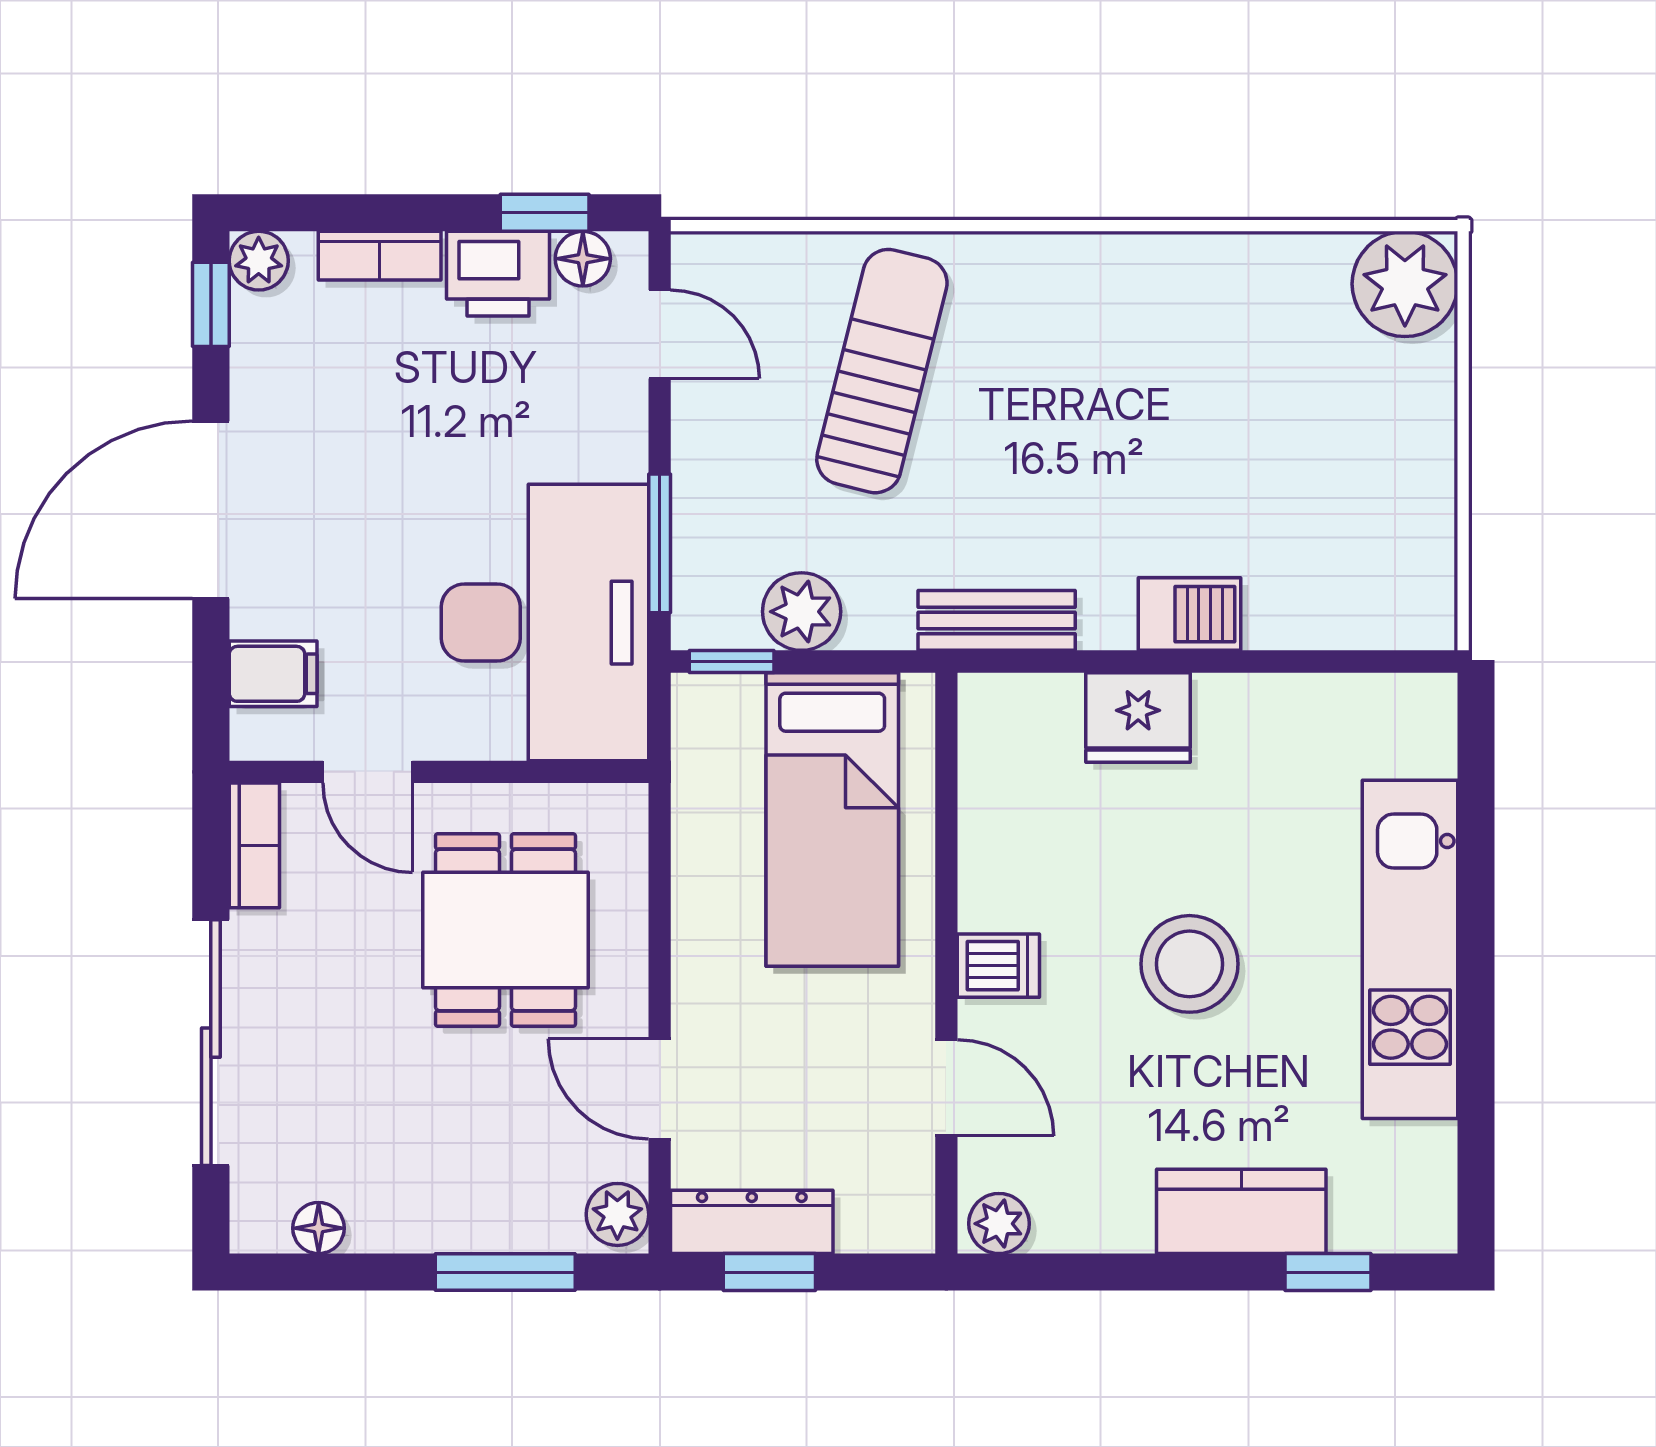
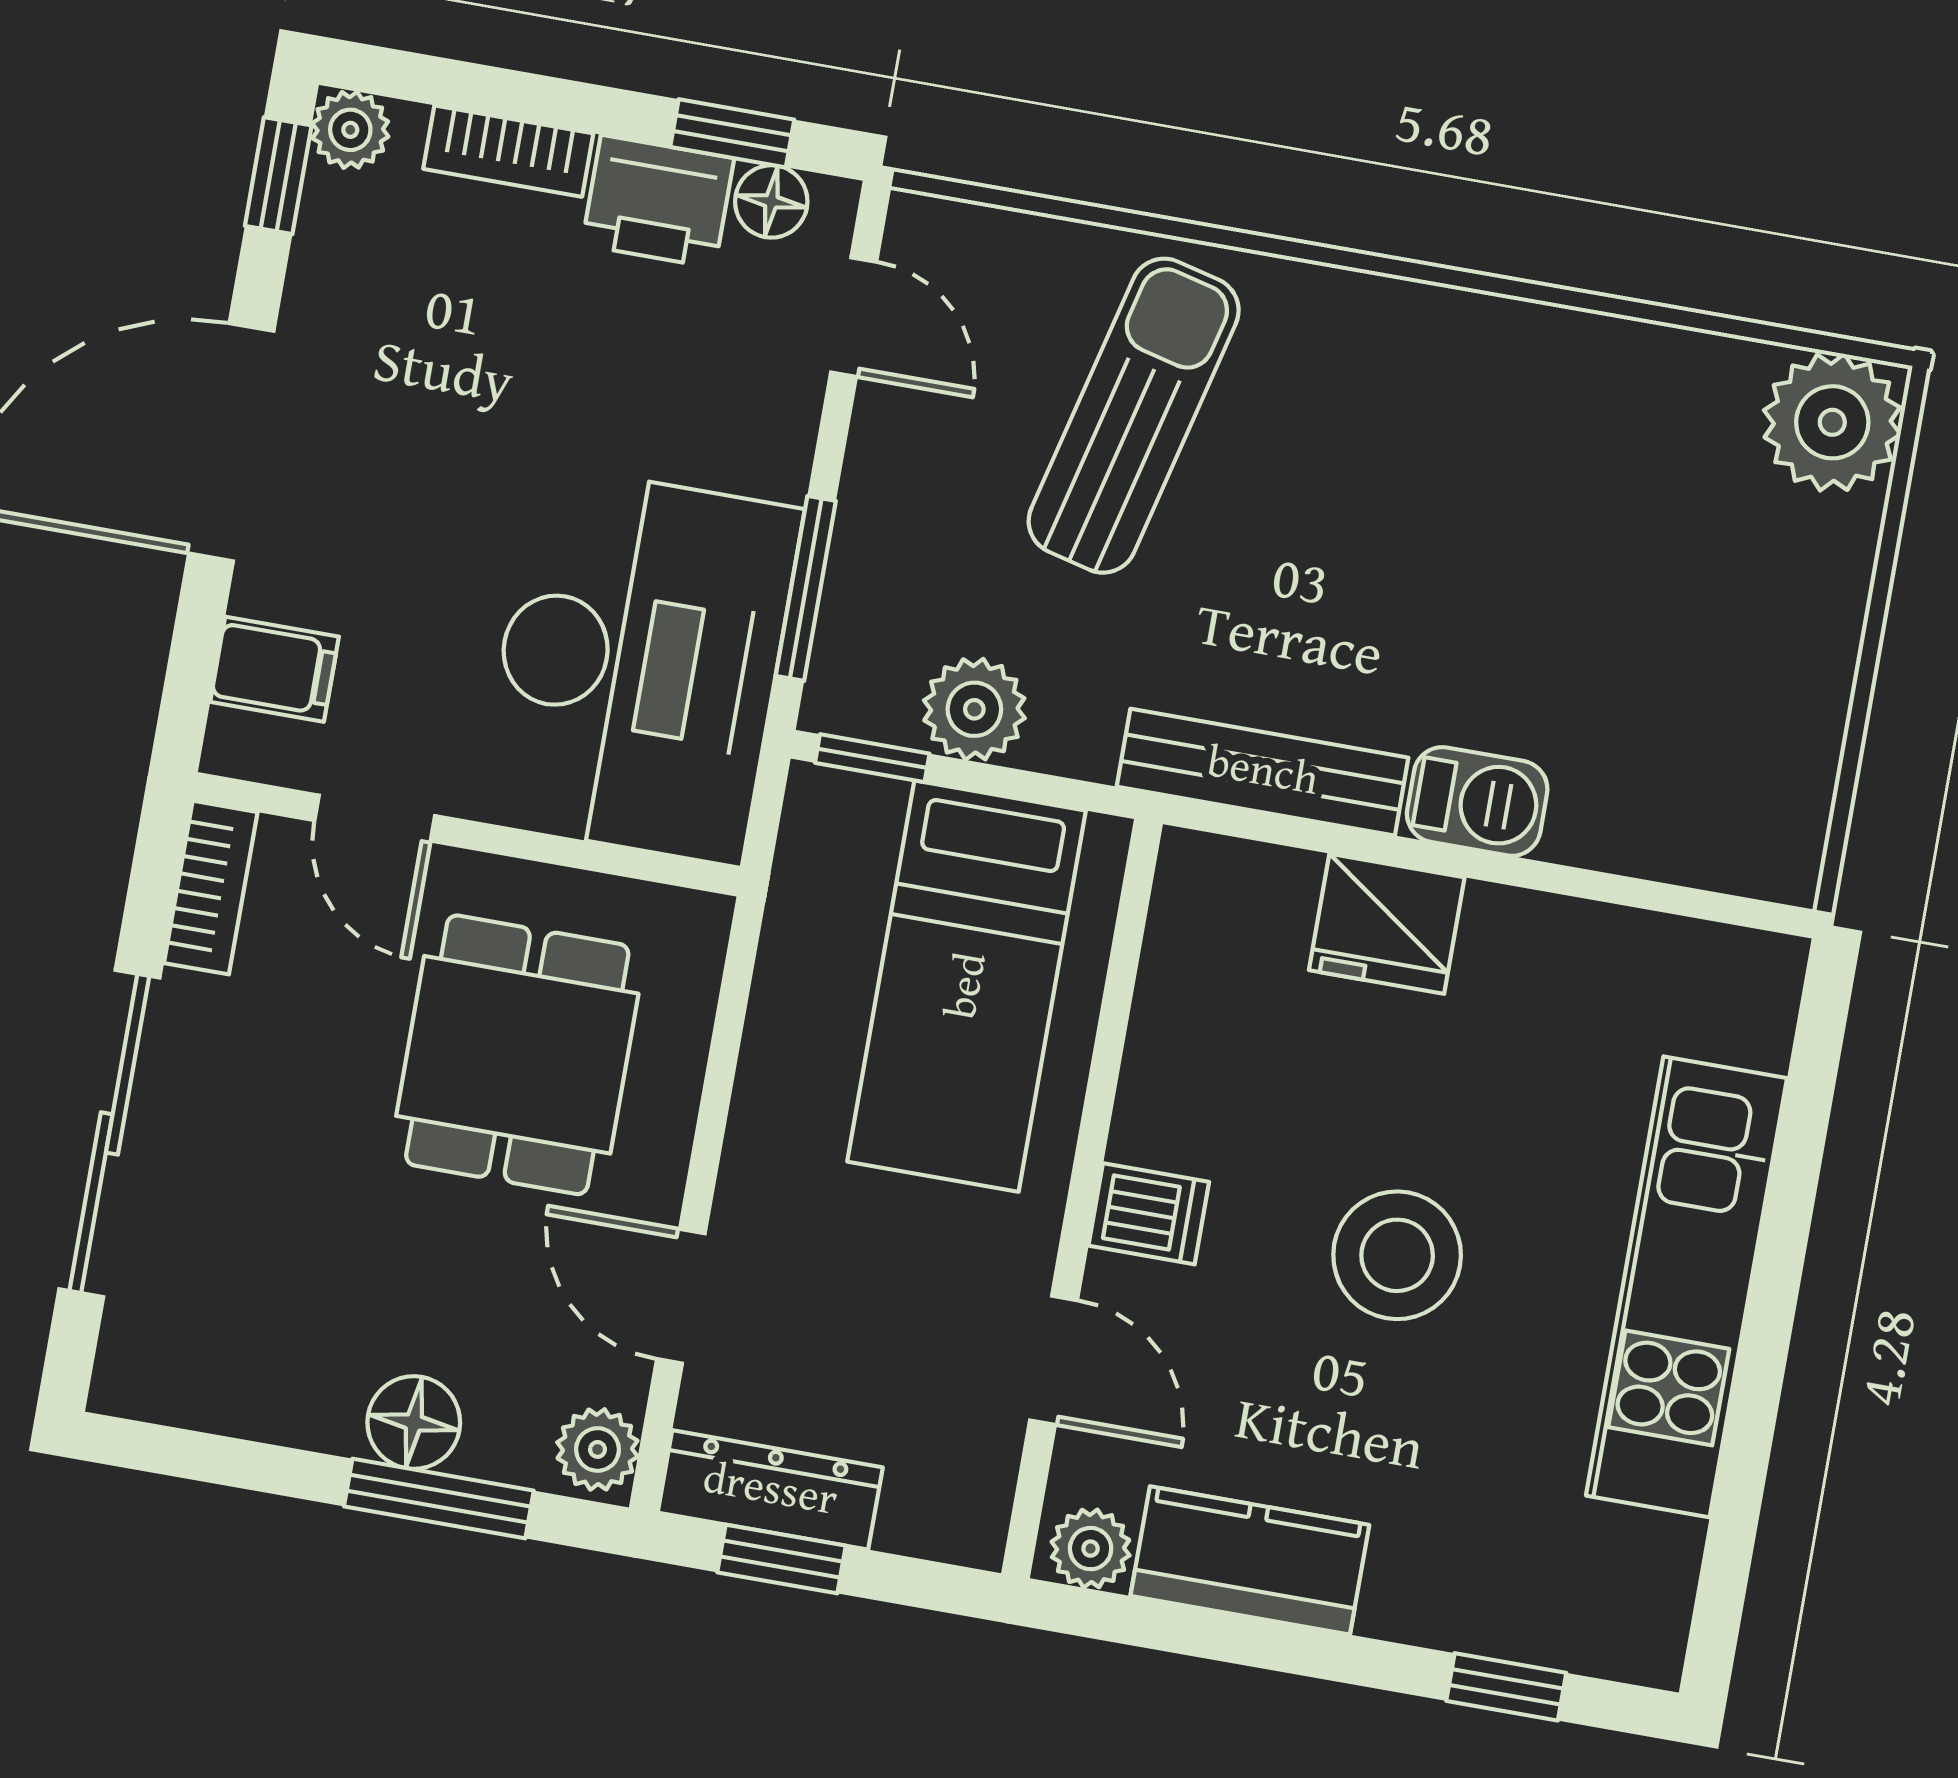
bench: (997, 620) -> (1263, 772), width x1.36
kitchen counter: (1241, 1211) -> (1250, 1560), moved
floor lamp: (319, 1228) -> (414, 1422), moved, width x1.37, depth x1.37

